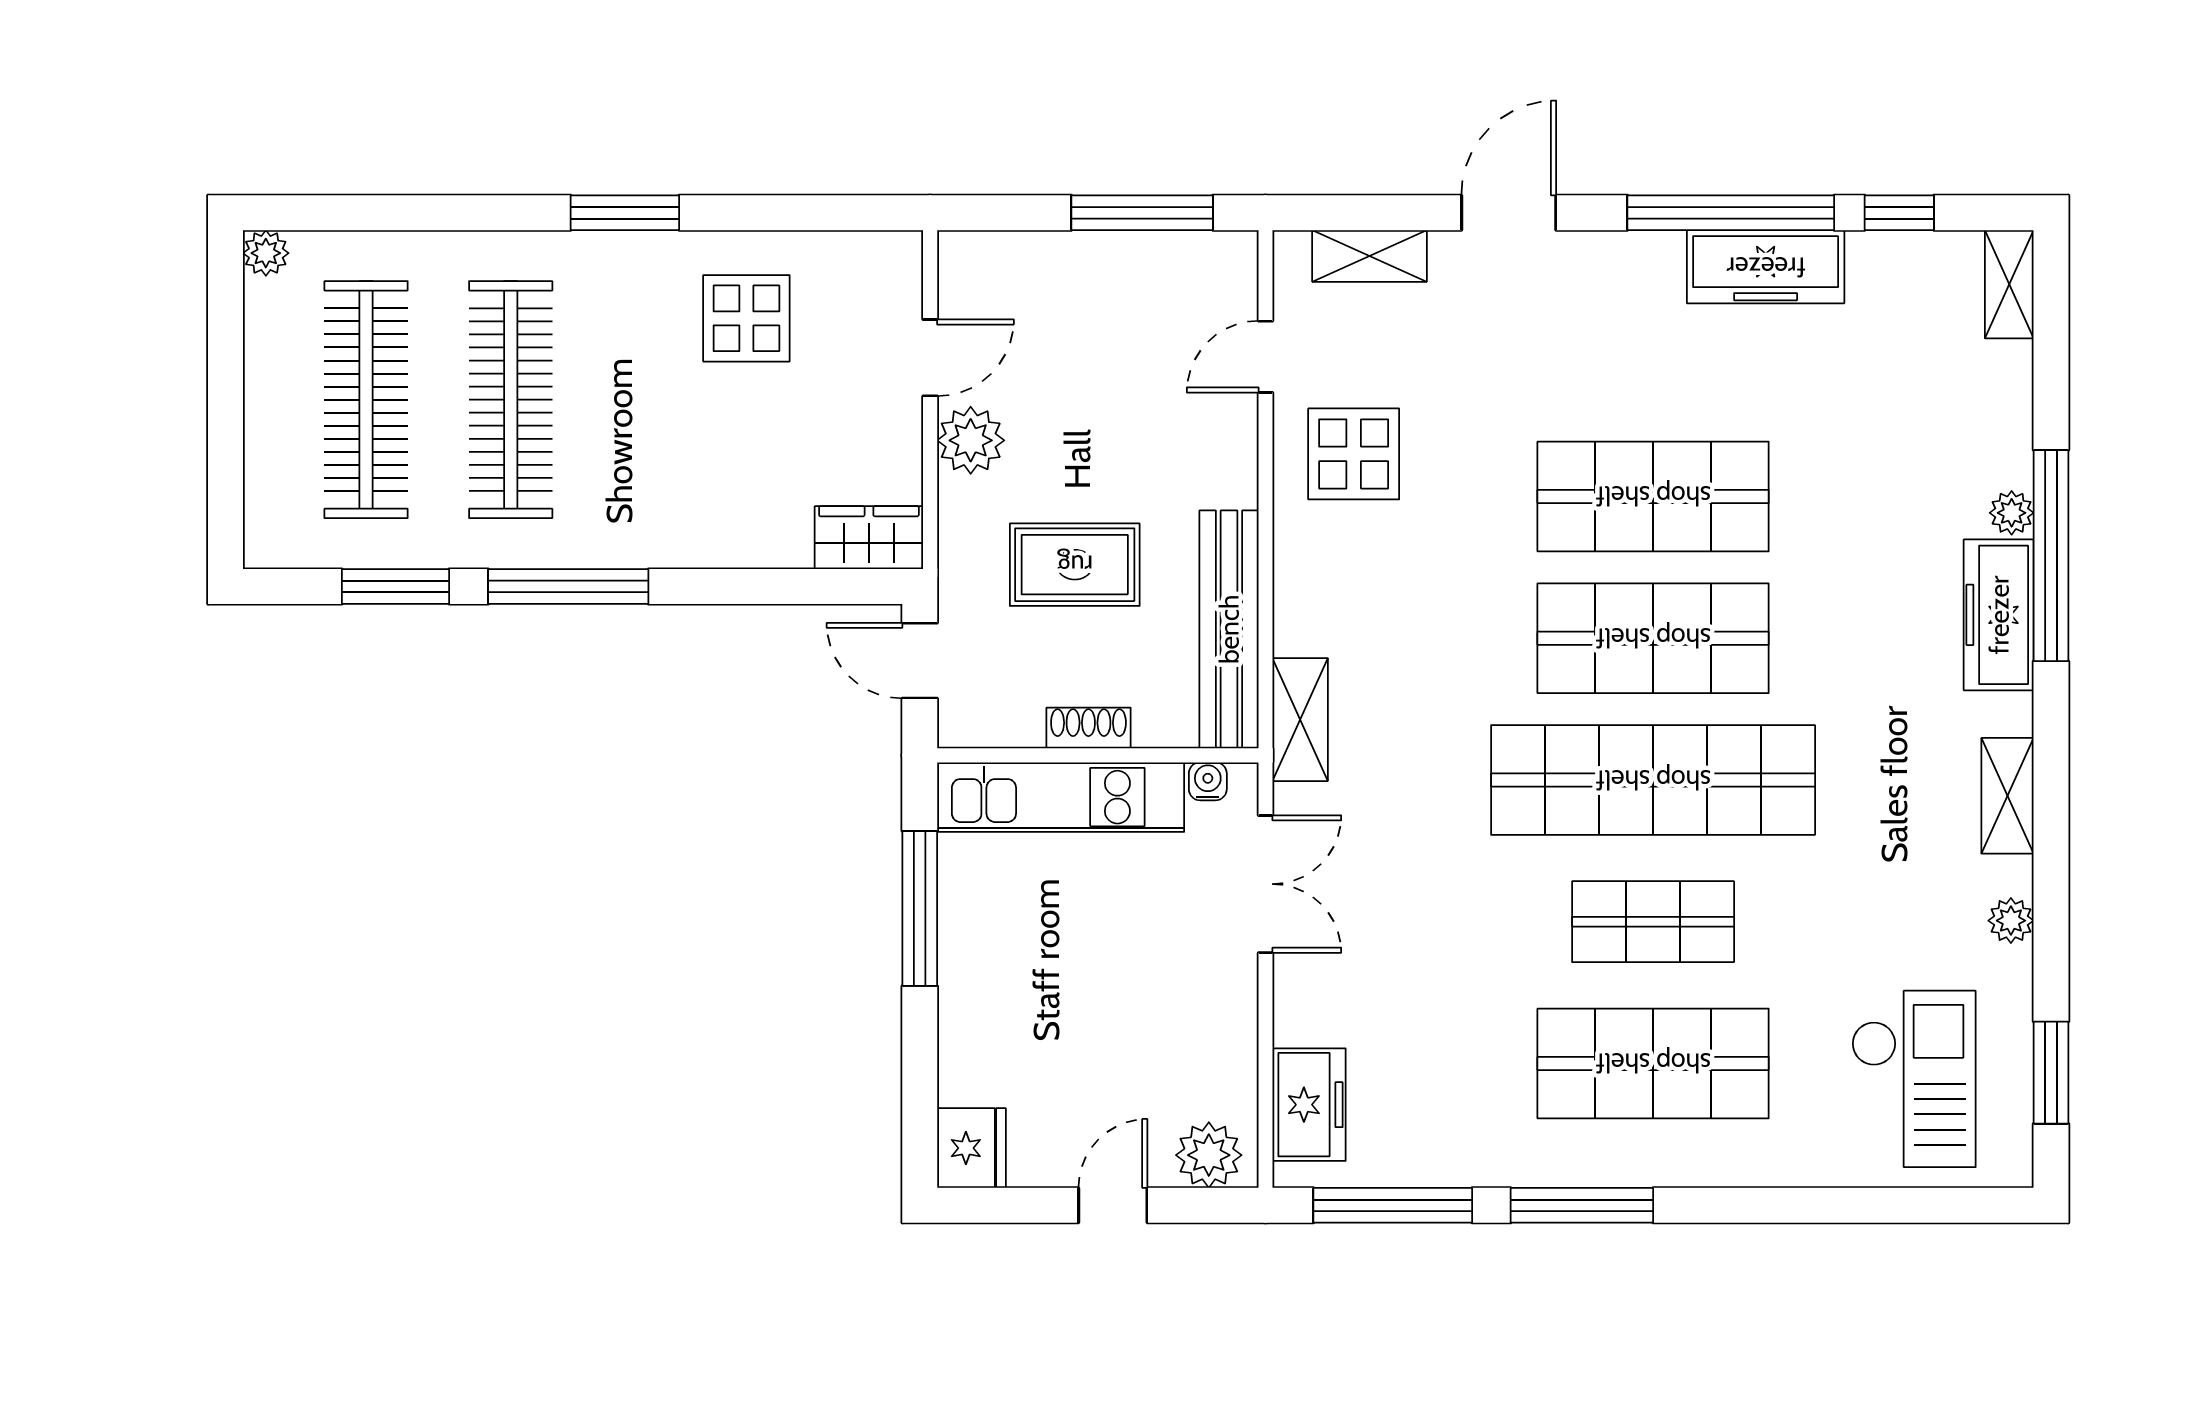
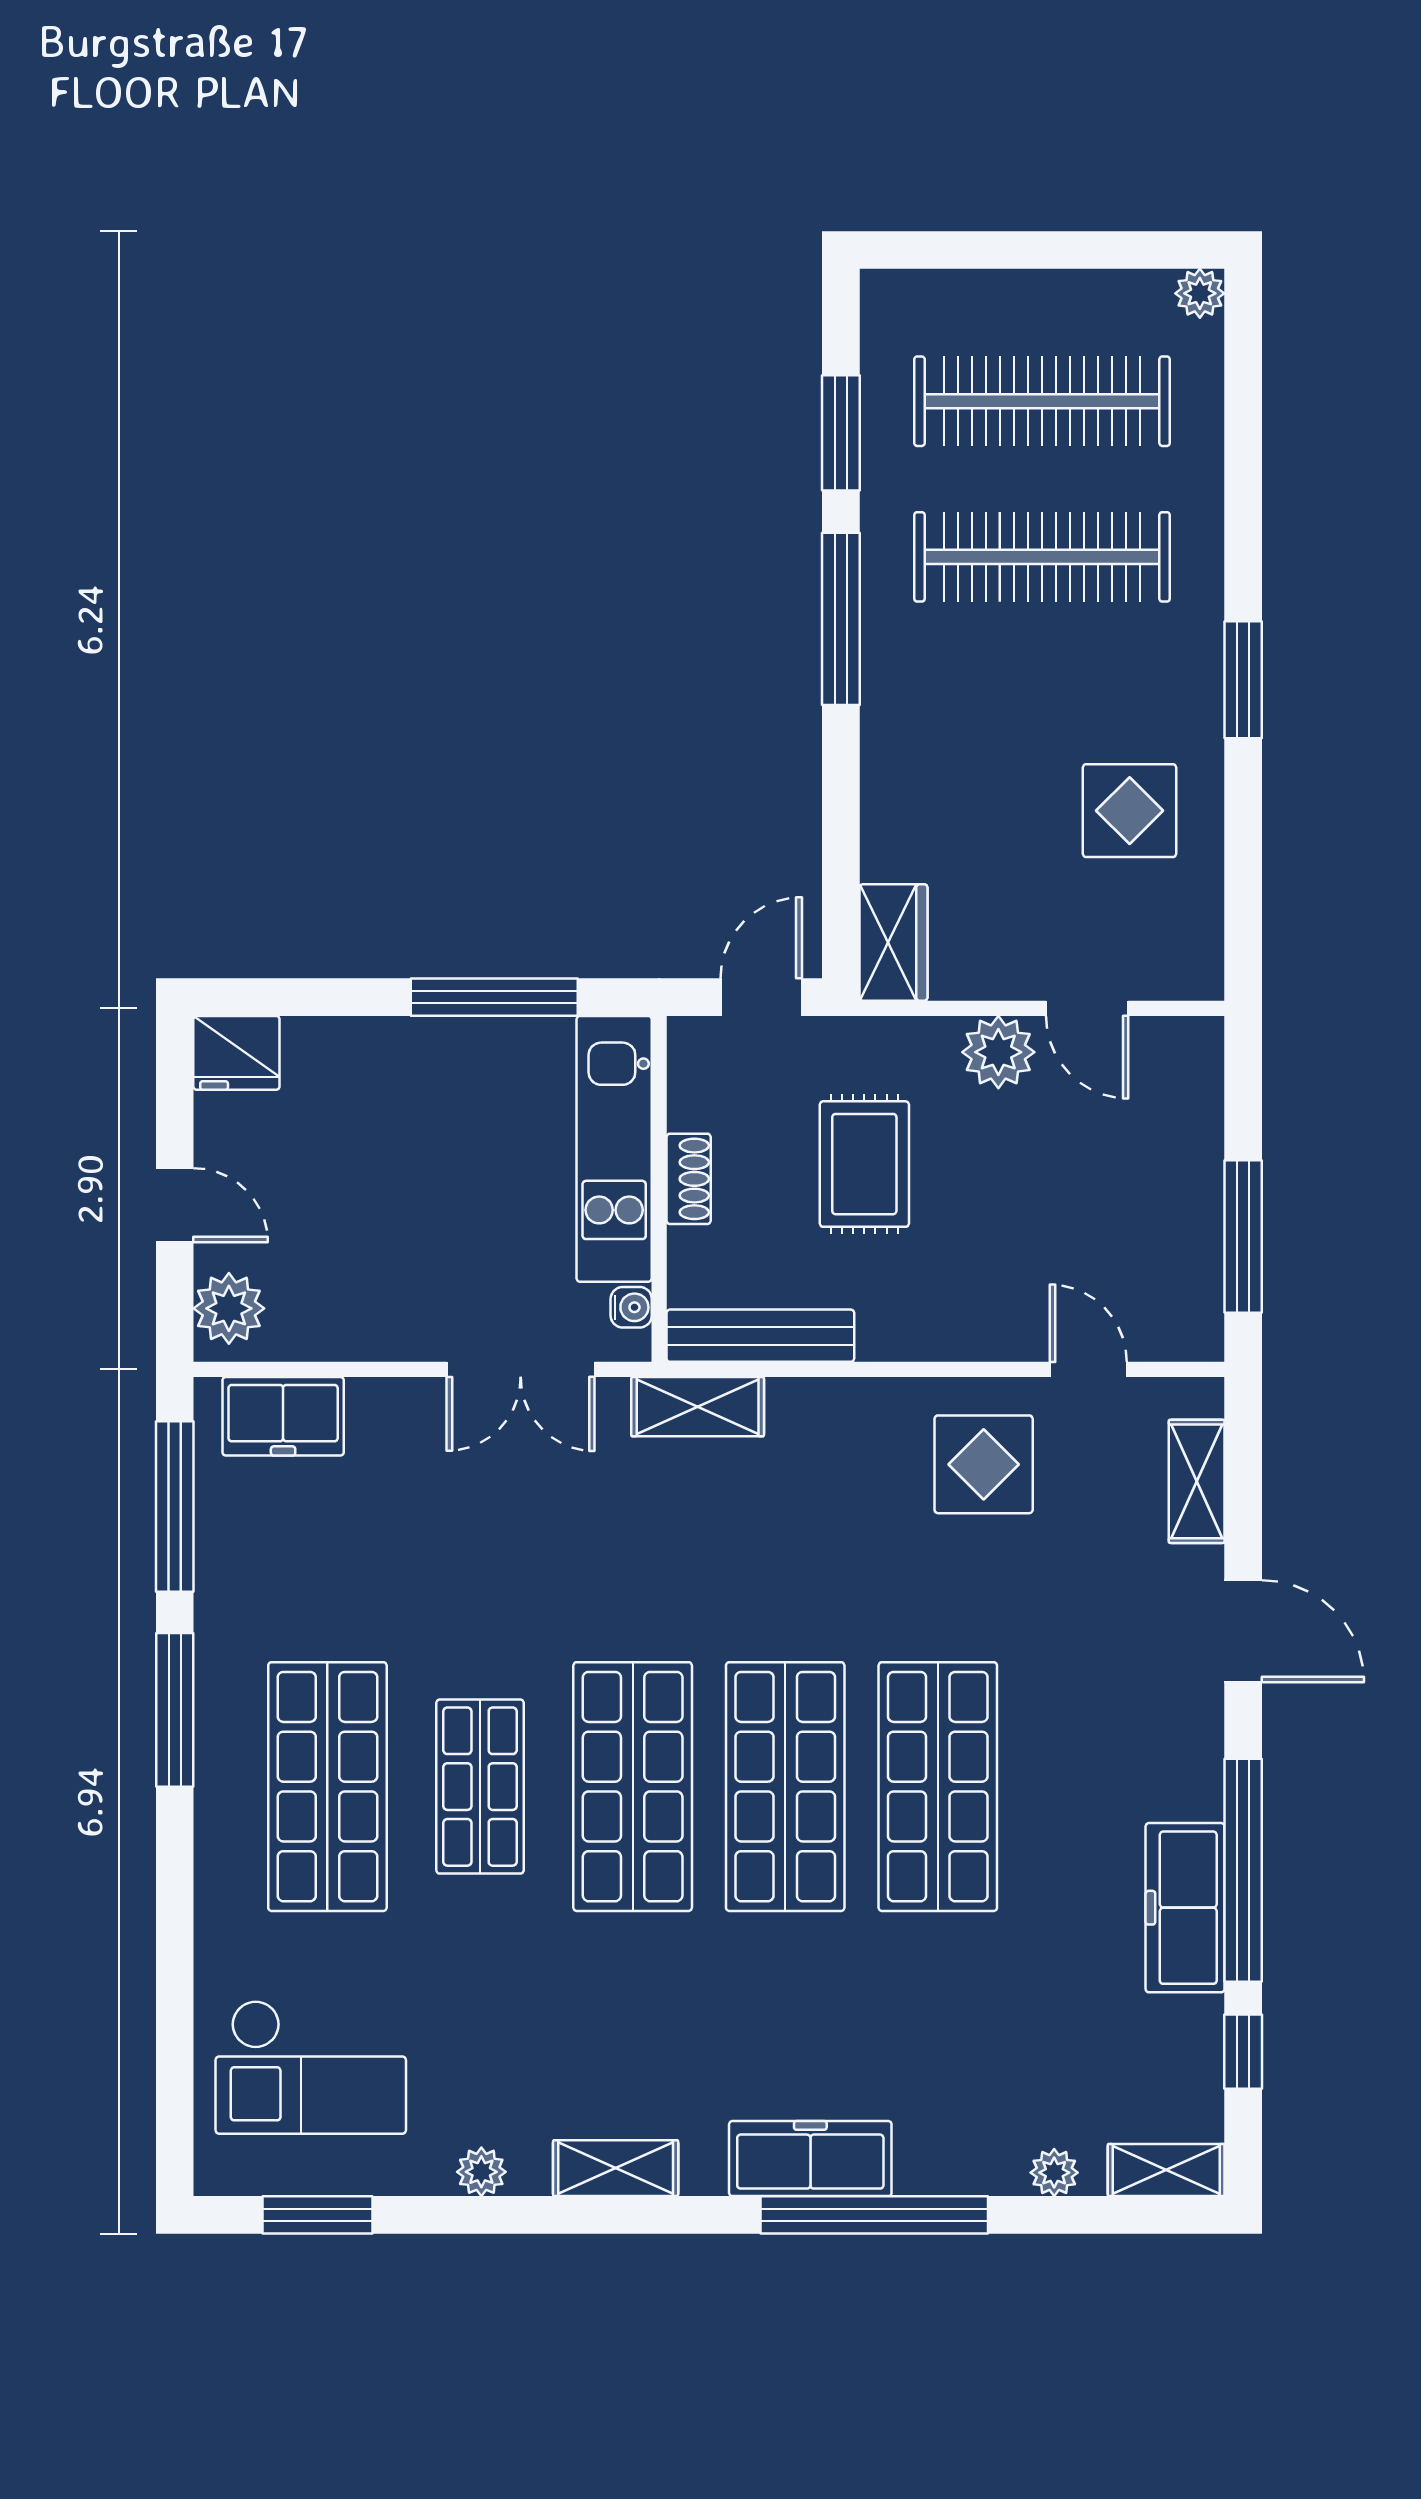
plant: (2012, 513) -> (1054, 2173), moved
bench: (1229, 629) -> (760, 1336), width x0.73, depth x0.82
shop shelf: (1653, 780) -> (633, 1787), width x0.71

